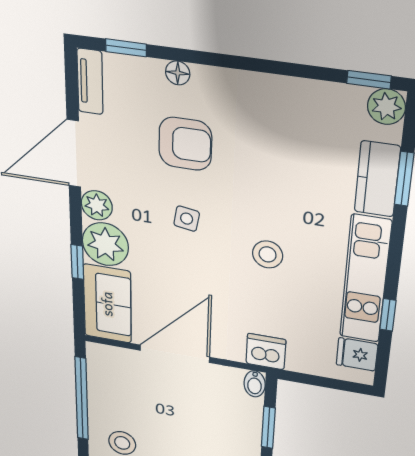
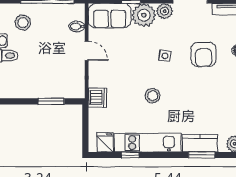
door: (175, 354) -> (87, 51), width x0.53
bidet: (255, 384) -> (77, 27), moved

